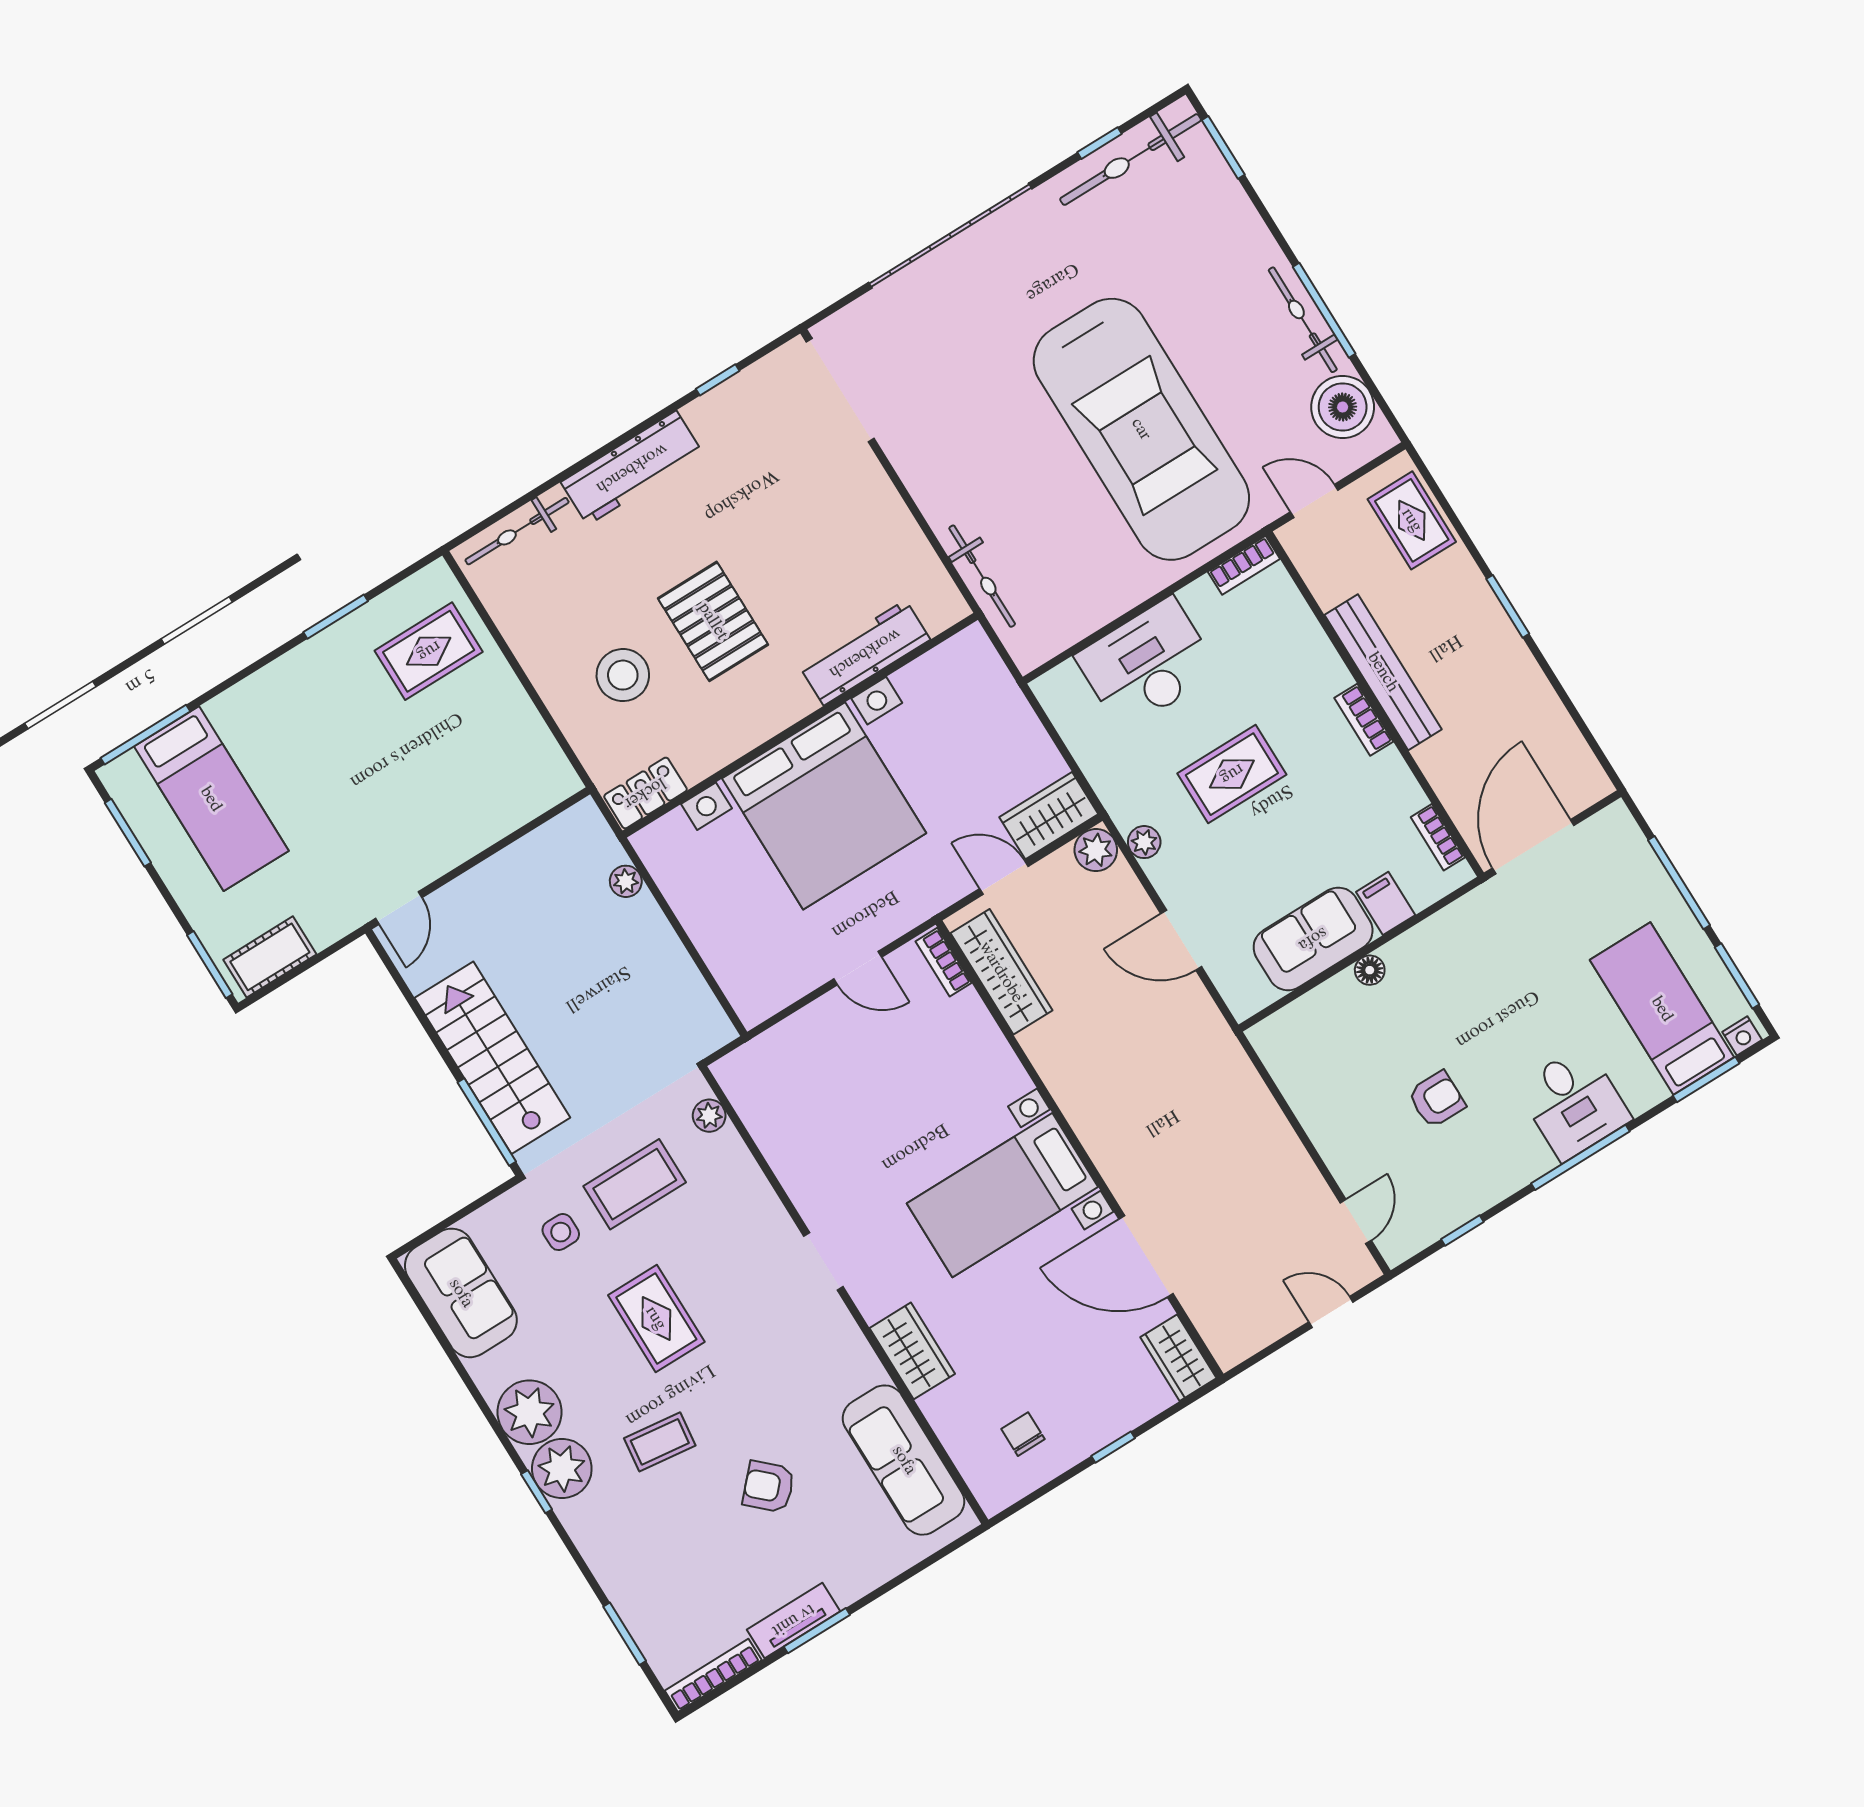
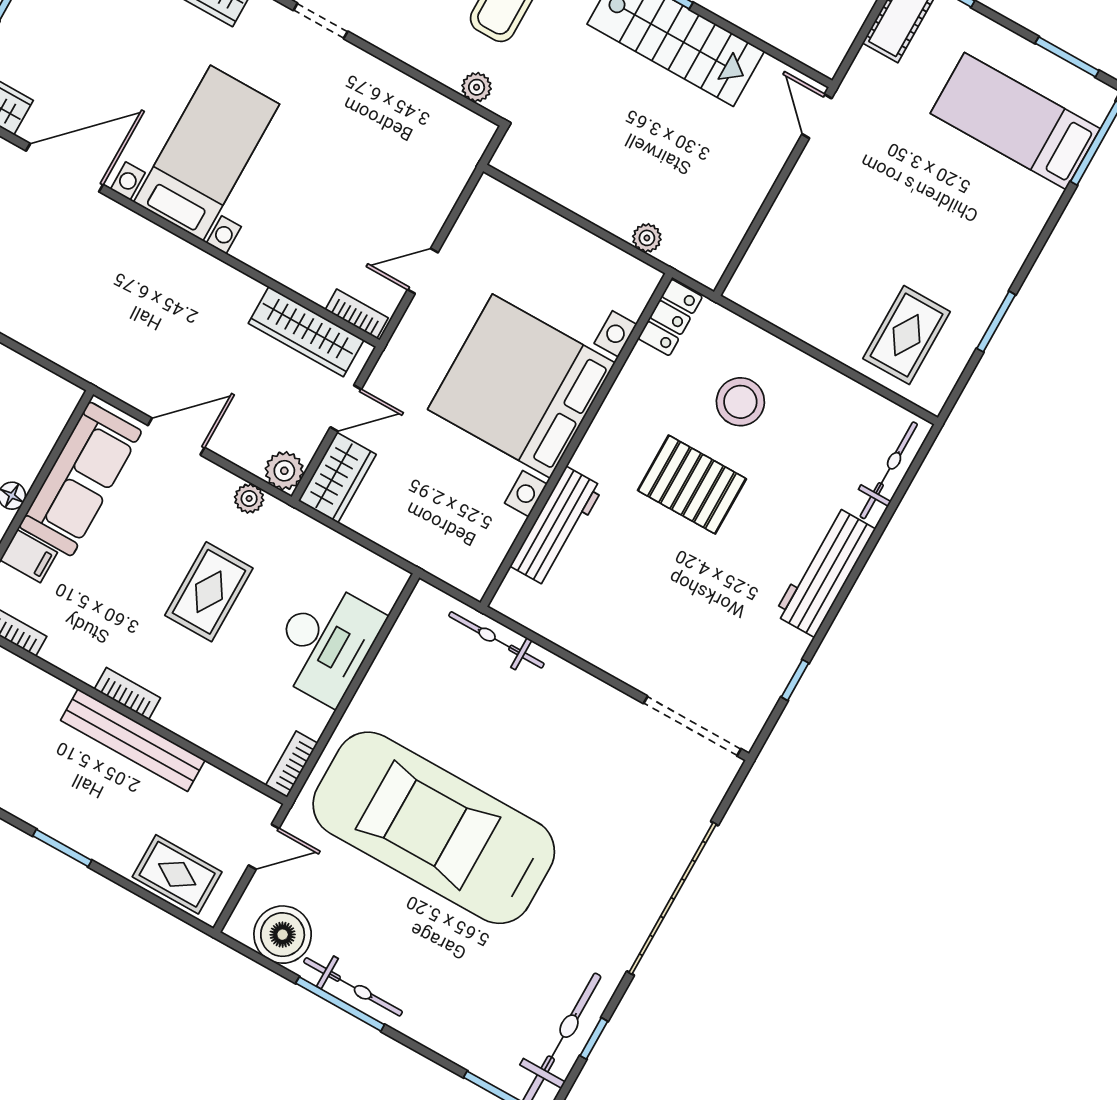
sofa: (1313, 939) -> (80, 479), width x1.36

